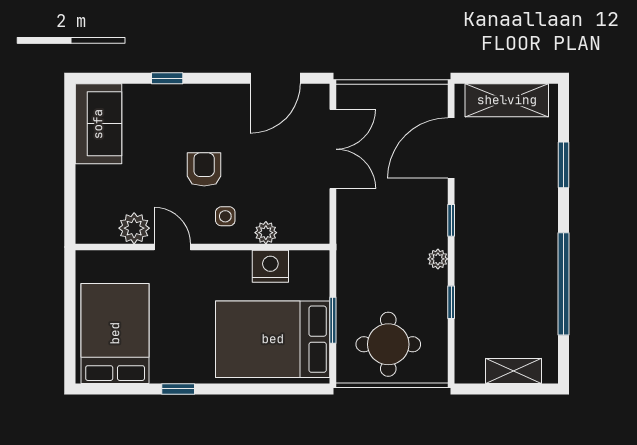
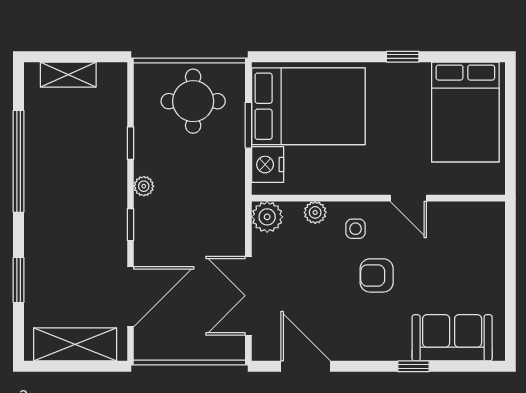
door: (275, 78) -> (306, 366), hinge flipped
sofa: (98, 124) -> (452, 338), moved, turned 90
armchair: (204, 169) -> (377, 275), turned 90
plant: (134, 228) -> (267, 217), moved
nightstand: (270, 266) -> (268, 165), moved, turned 90

